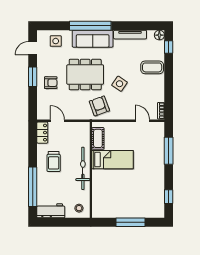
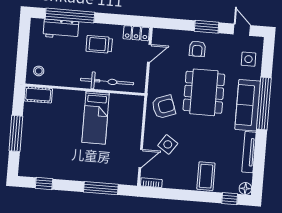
side table: (120, 84) -> (168, 144), moved
cot: (98, 138) -> (38, 95), moved
bicycle: (83, 168) -> (107, 82), moved
workbench: (51, 211) -> (61, 29), moved, turned 90

